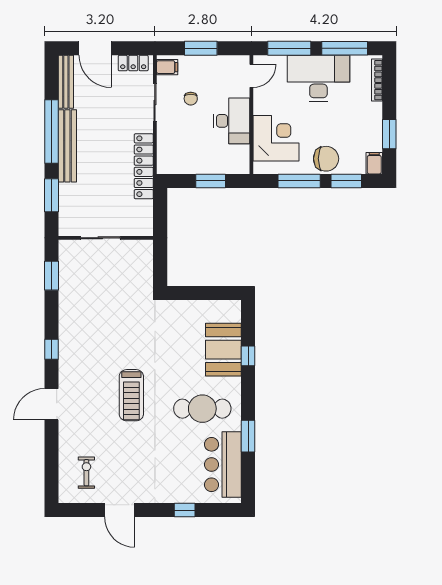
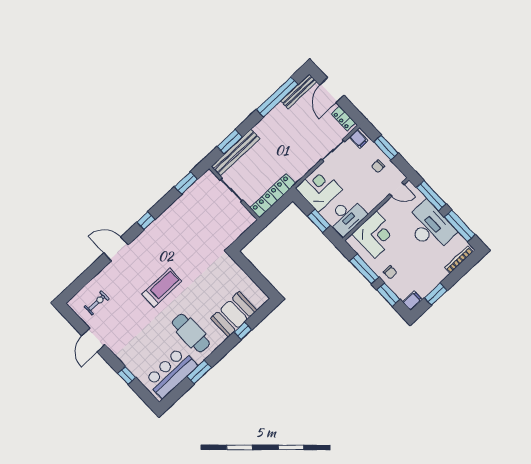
chair: (191, 99) -> (378, 166), moved
desk: (232, 121) -> (347, 216), moved
window: (52, 131) -> (277, 97), moved
bench: (67, 146) -> (236, 152), moved
corner desk: (179, 152) -> (319, 189), added
chair: (326, 159) -> (390, 272), width x0.54, depth x0.54
locker: (144, 166) -> (273, 196), moved
treadmill: (131, 395) -> (162, 288), turned 180

